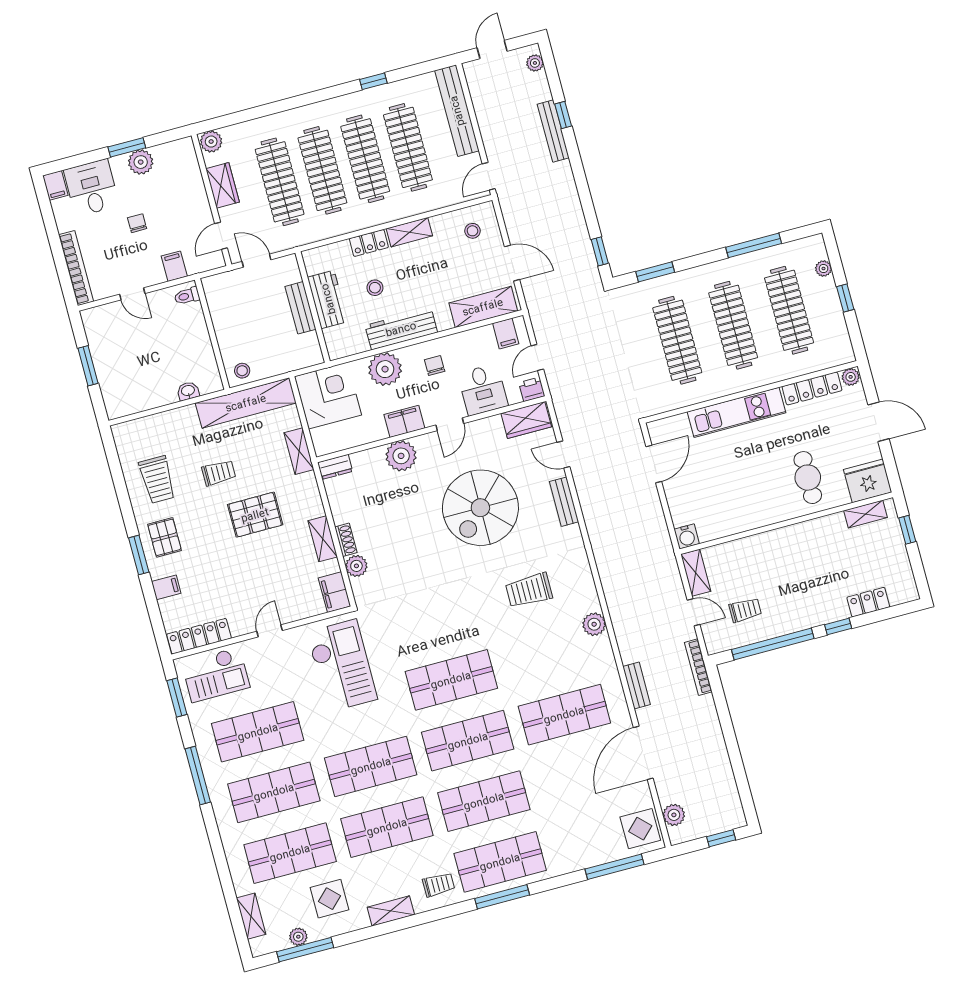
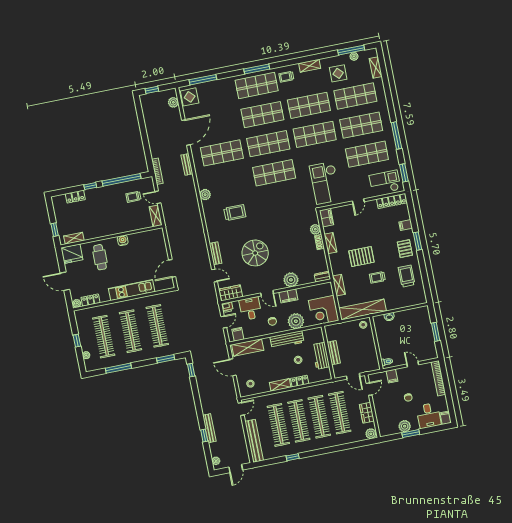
locker: (812, 388) -> (90, 300), width x0.66
door: (450, 424) -> (267, 293), swing flipped
spiral stairs: (480, 508) -> (255, 253), width x0.73, depth x0.73
water cooler: (687, 536) -> (123, 240), moved

